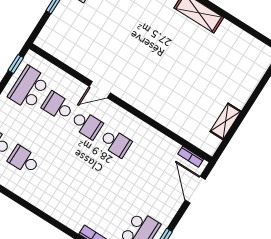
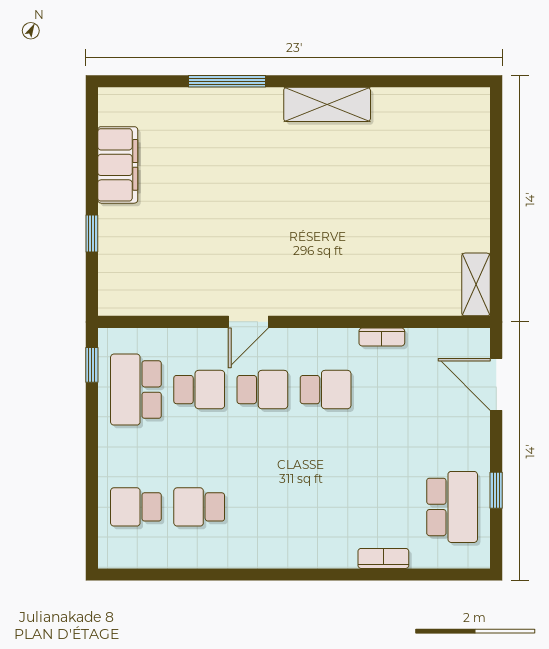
school desk: (58, 106) -> (199, 390), turned 180
shelving: (225, 121) -> (476, 284), moved
bookcase: (191, 157) -> (382, 337), moved

